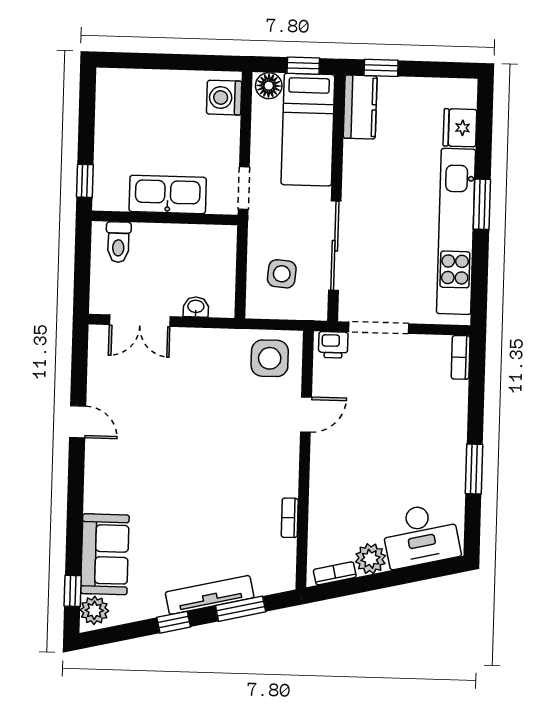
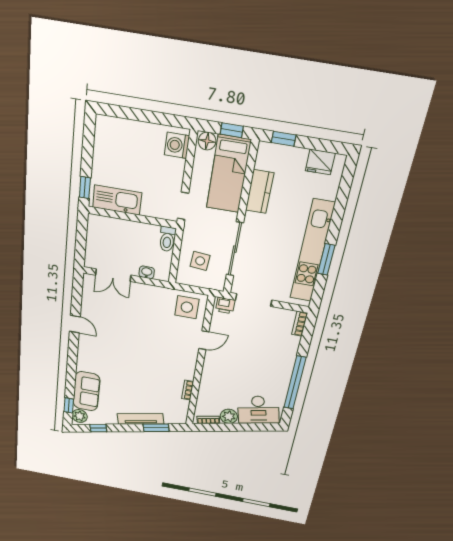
kitchen counter: (360, 107) -> (260, 192), moved
fridge: (460, 128) -> (320, 162), moved, turned -90
kitchen sink: (168, 194) -> (117, 200), moved
window: (482, 204) -> (326, 259), moved
toilet: (118, 242) -> (167, 239), moved
window: (474, 469) -> (295, 383), width x2.11
window: (174, 622) -> (98, 428), moved

